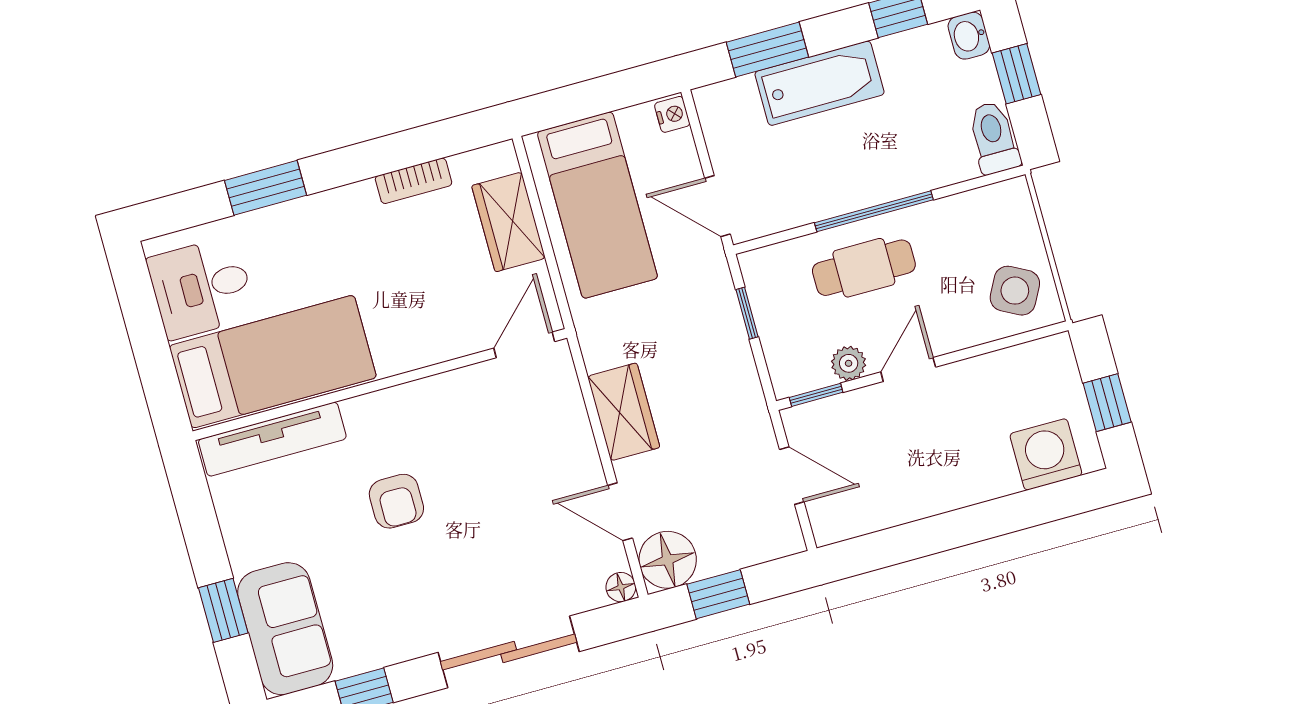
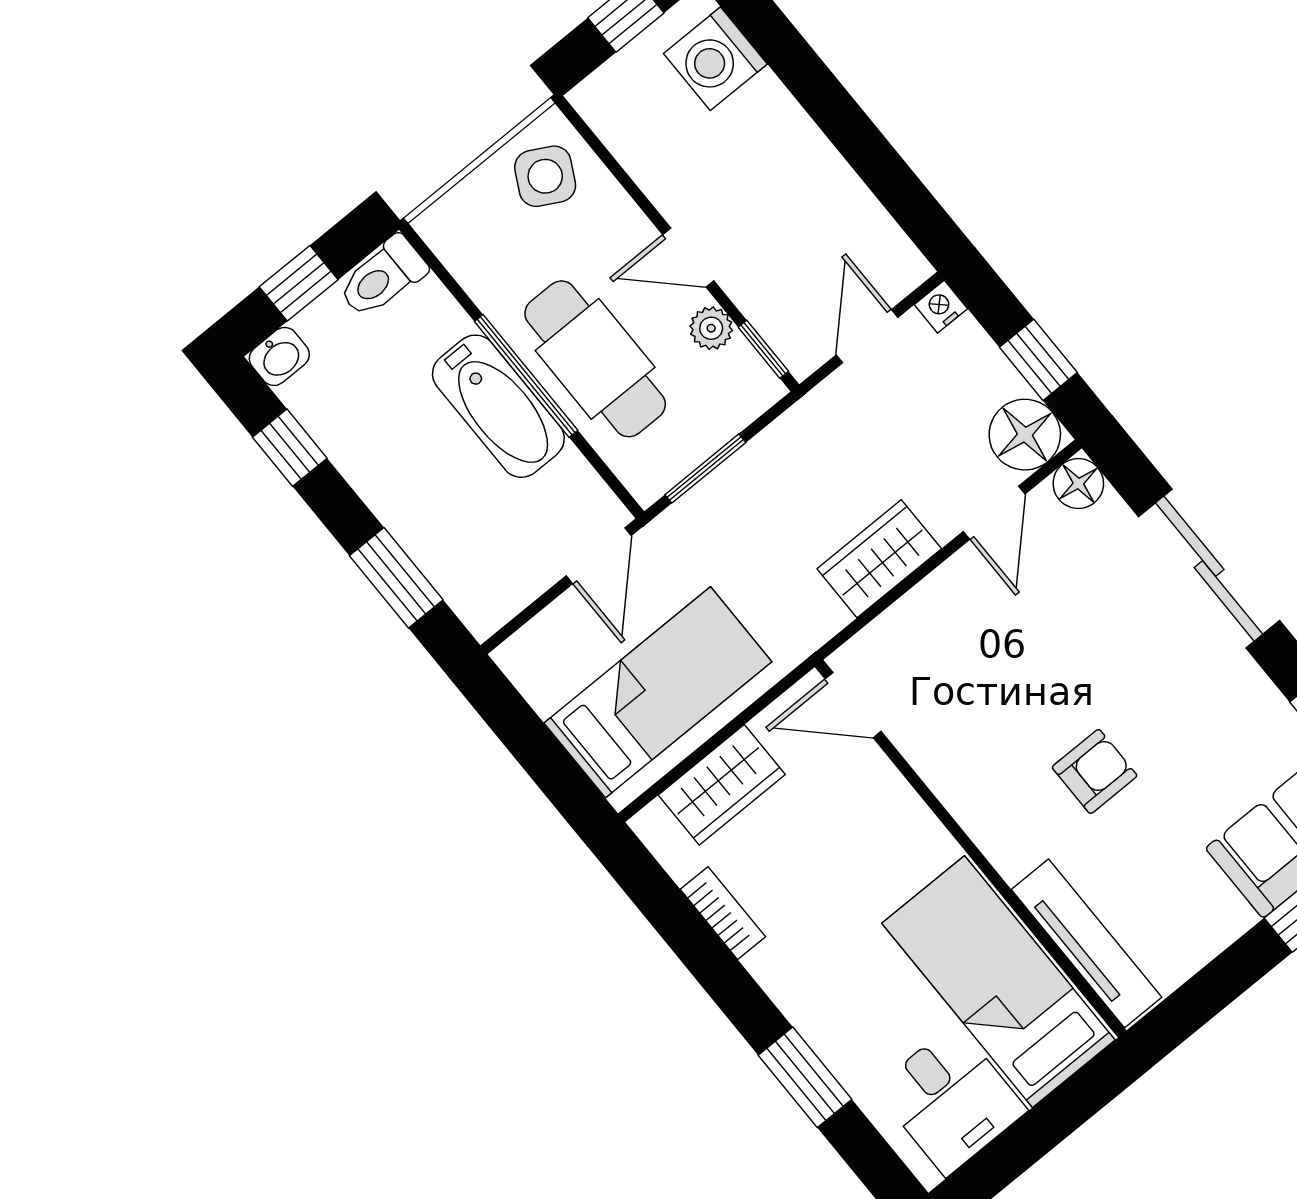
bathtub: (819, 83) -> (498, 406), moved, turned 180
nightstand: (672, 114) -> (941, 307), moved
cafe table: (864, 268) -> (595, 359), width x1.37, depth x1.35
window: (747, 313) -> (705, 469), width x1.50
floor lamp: (621, 587) -> (1078, 484), width x1.37, depth x1.37

